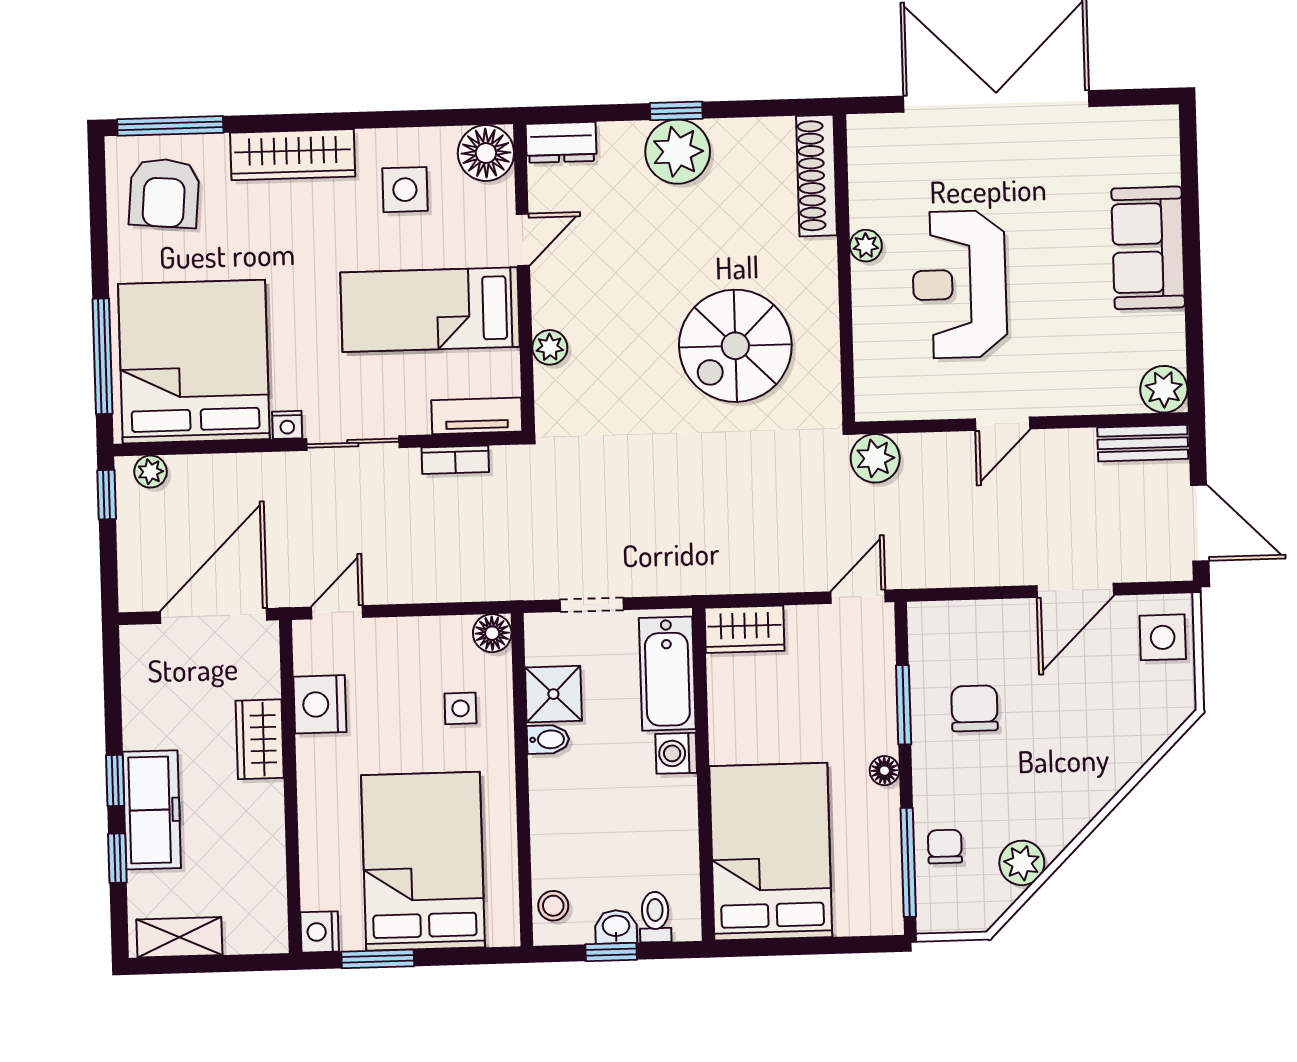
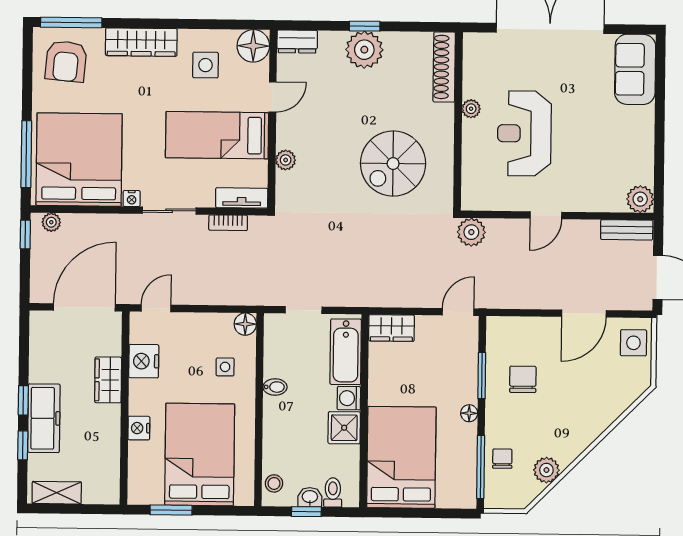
sofa: (1148, 248) -> (635, 69), moved
shower: (553, 694) -> (344, 428), moved
nightstand: (320, 932) -> (139, 428), moved

